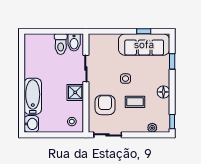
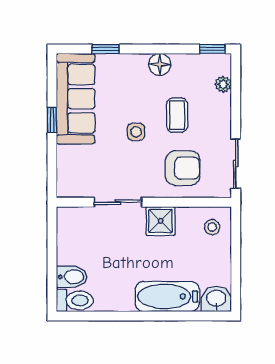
window: (144, 31) -> (52, 120), moved
bidet: (74, 42) -> (72, 277), moved
toilet: (61, 44) -> (75, 300), moved
armchair: (105, 105) -> (183, 168), turned 180

